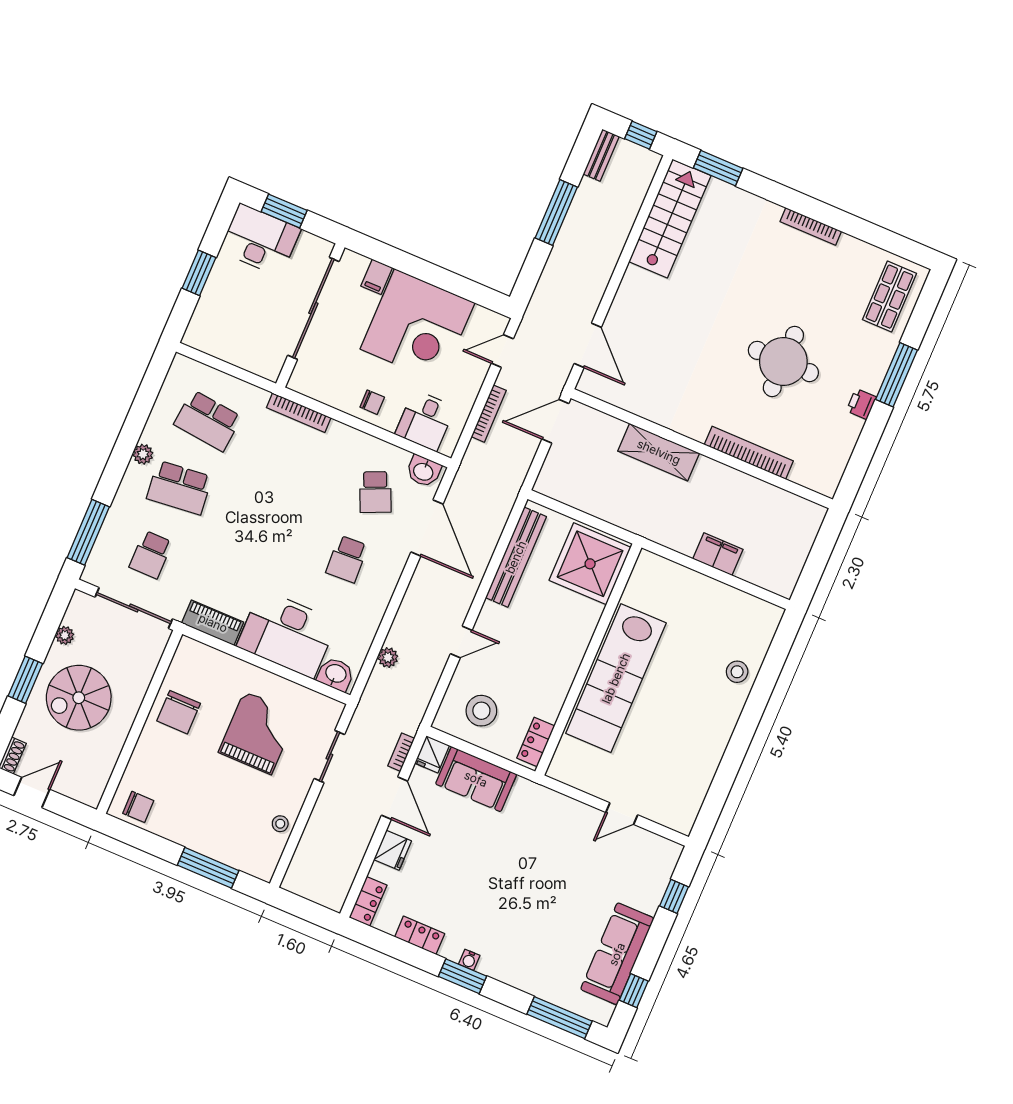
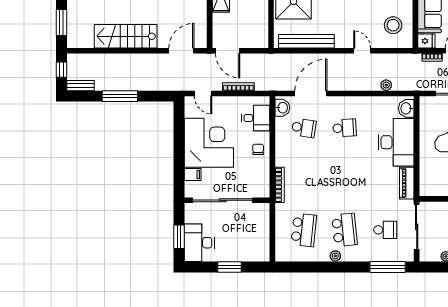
stairs: (670, 219) -> (126, 36), moved
school desk: (375, 492) -> (304, 128), turned 33

